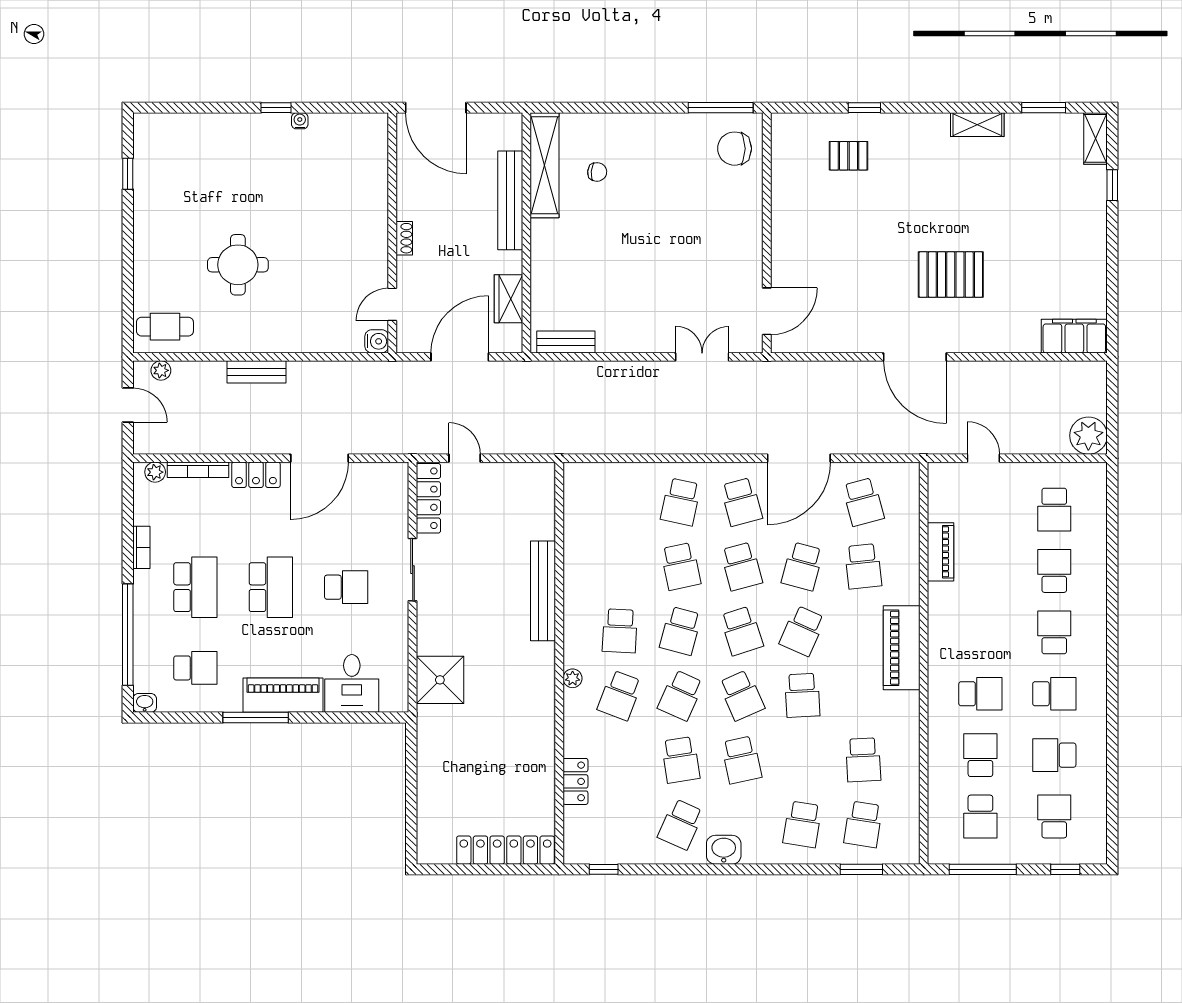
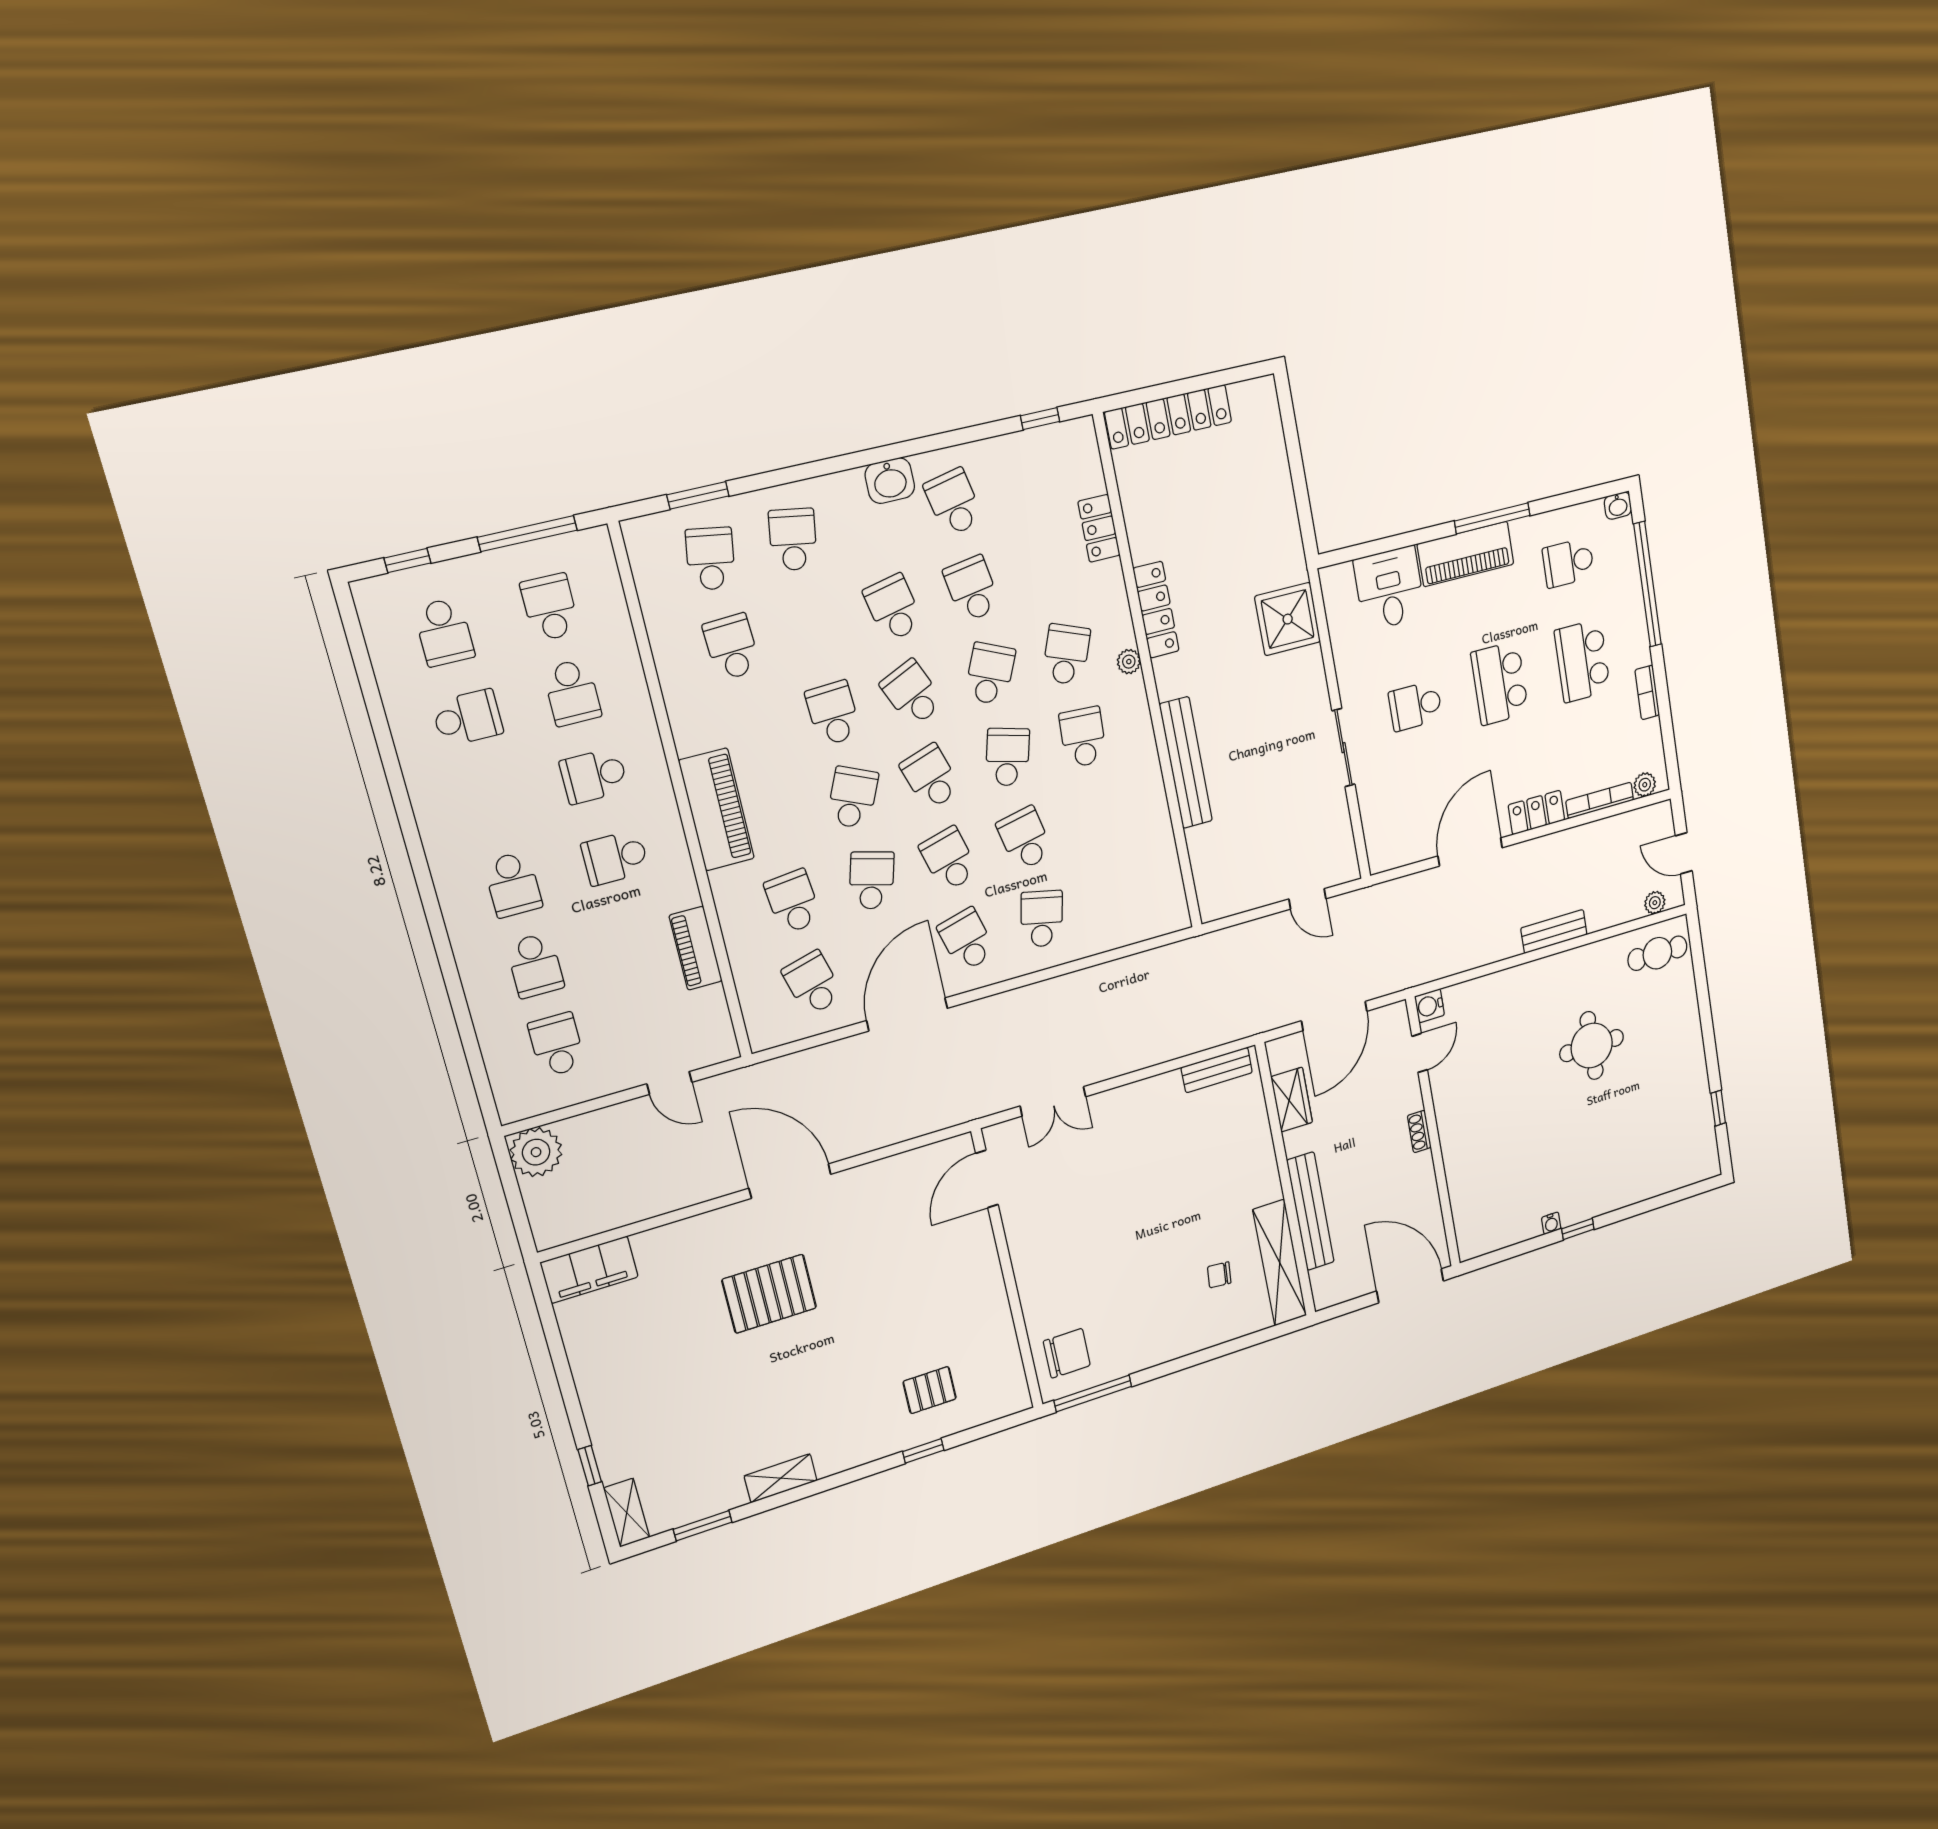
locker: (428, 498) -> (1156, 610), moved, turned 180
school desk: (1054, 694) -> (615, 858), moved
school desk: (681, 824) -> (954, 502), turned -36

